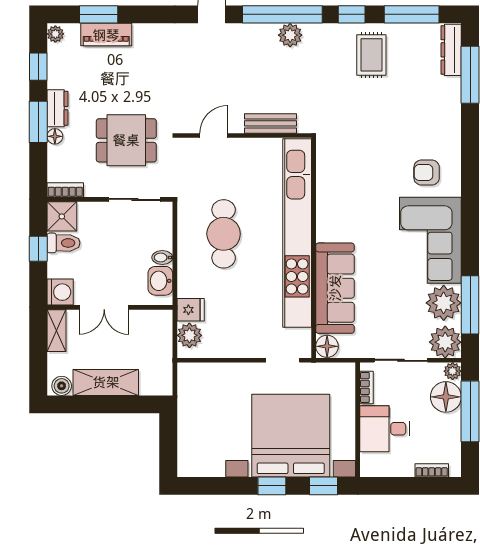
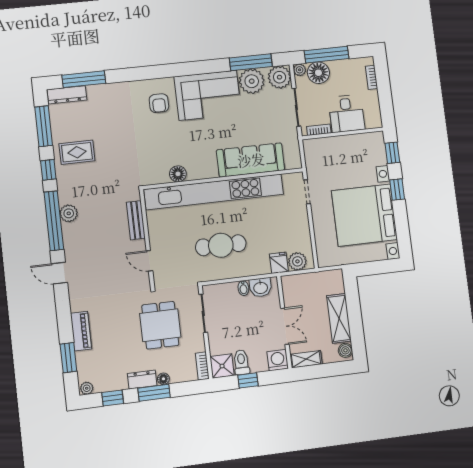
piano: (106, 35) -> (81, 331), moved
floor lamp: (327, 346) -> (178, 174), moved
bed with nightstands: (291, 436) -> (364, 215), moved

